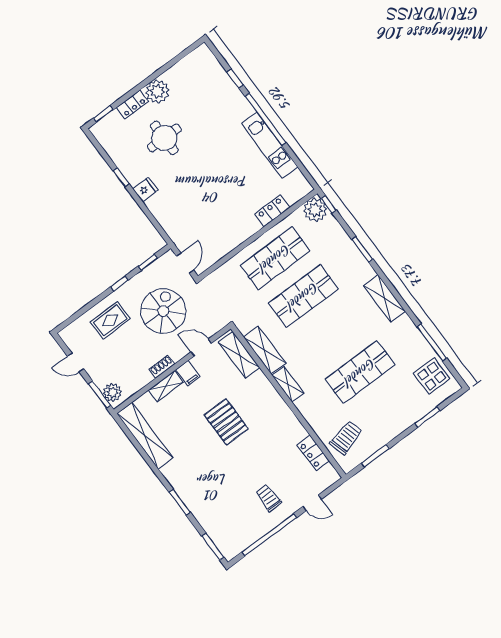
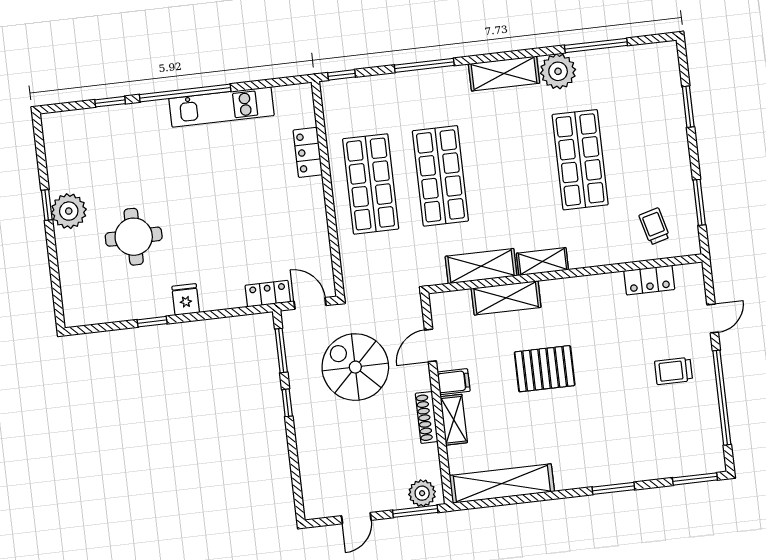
locker: (132, 104) -> (268, 294), moved, turned -90
window: (103, 114) -> (47, 205), moved
plant: (315, 210) -> (558, 71), moved
window: (362, 249) -> (424, 65), width x1.44
window: (148, 262) -> (281, 351), width x1.50
rug: (110, 320) -> (328, 442), removed
shelving: (239, 355) -> (506, 298), moved
shoe rack: (162, 366) -> (427, 417), width x1.43
display table: (432, 376) -> (638, 71), removed
trolley: (346, 438) -> (654, 226), width x0.73, depth x0.72

